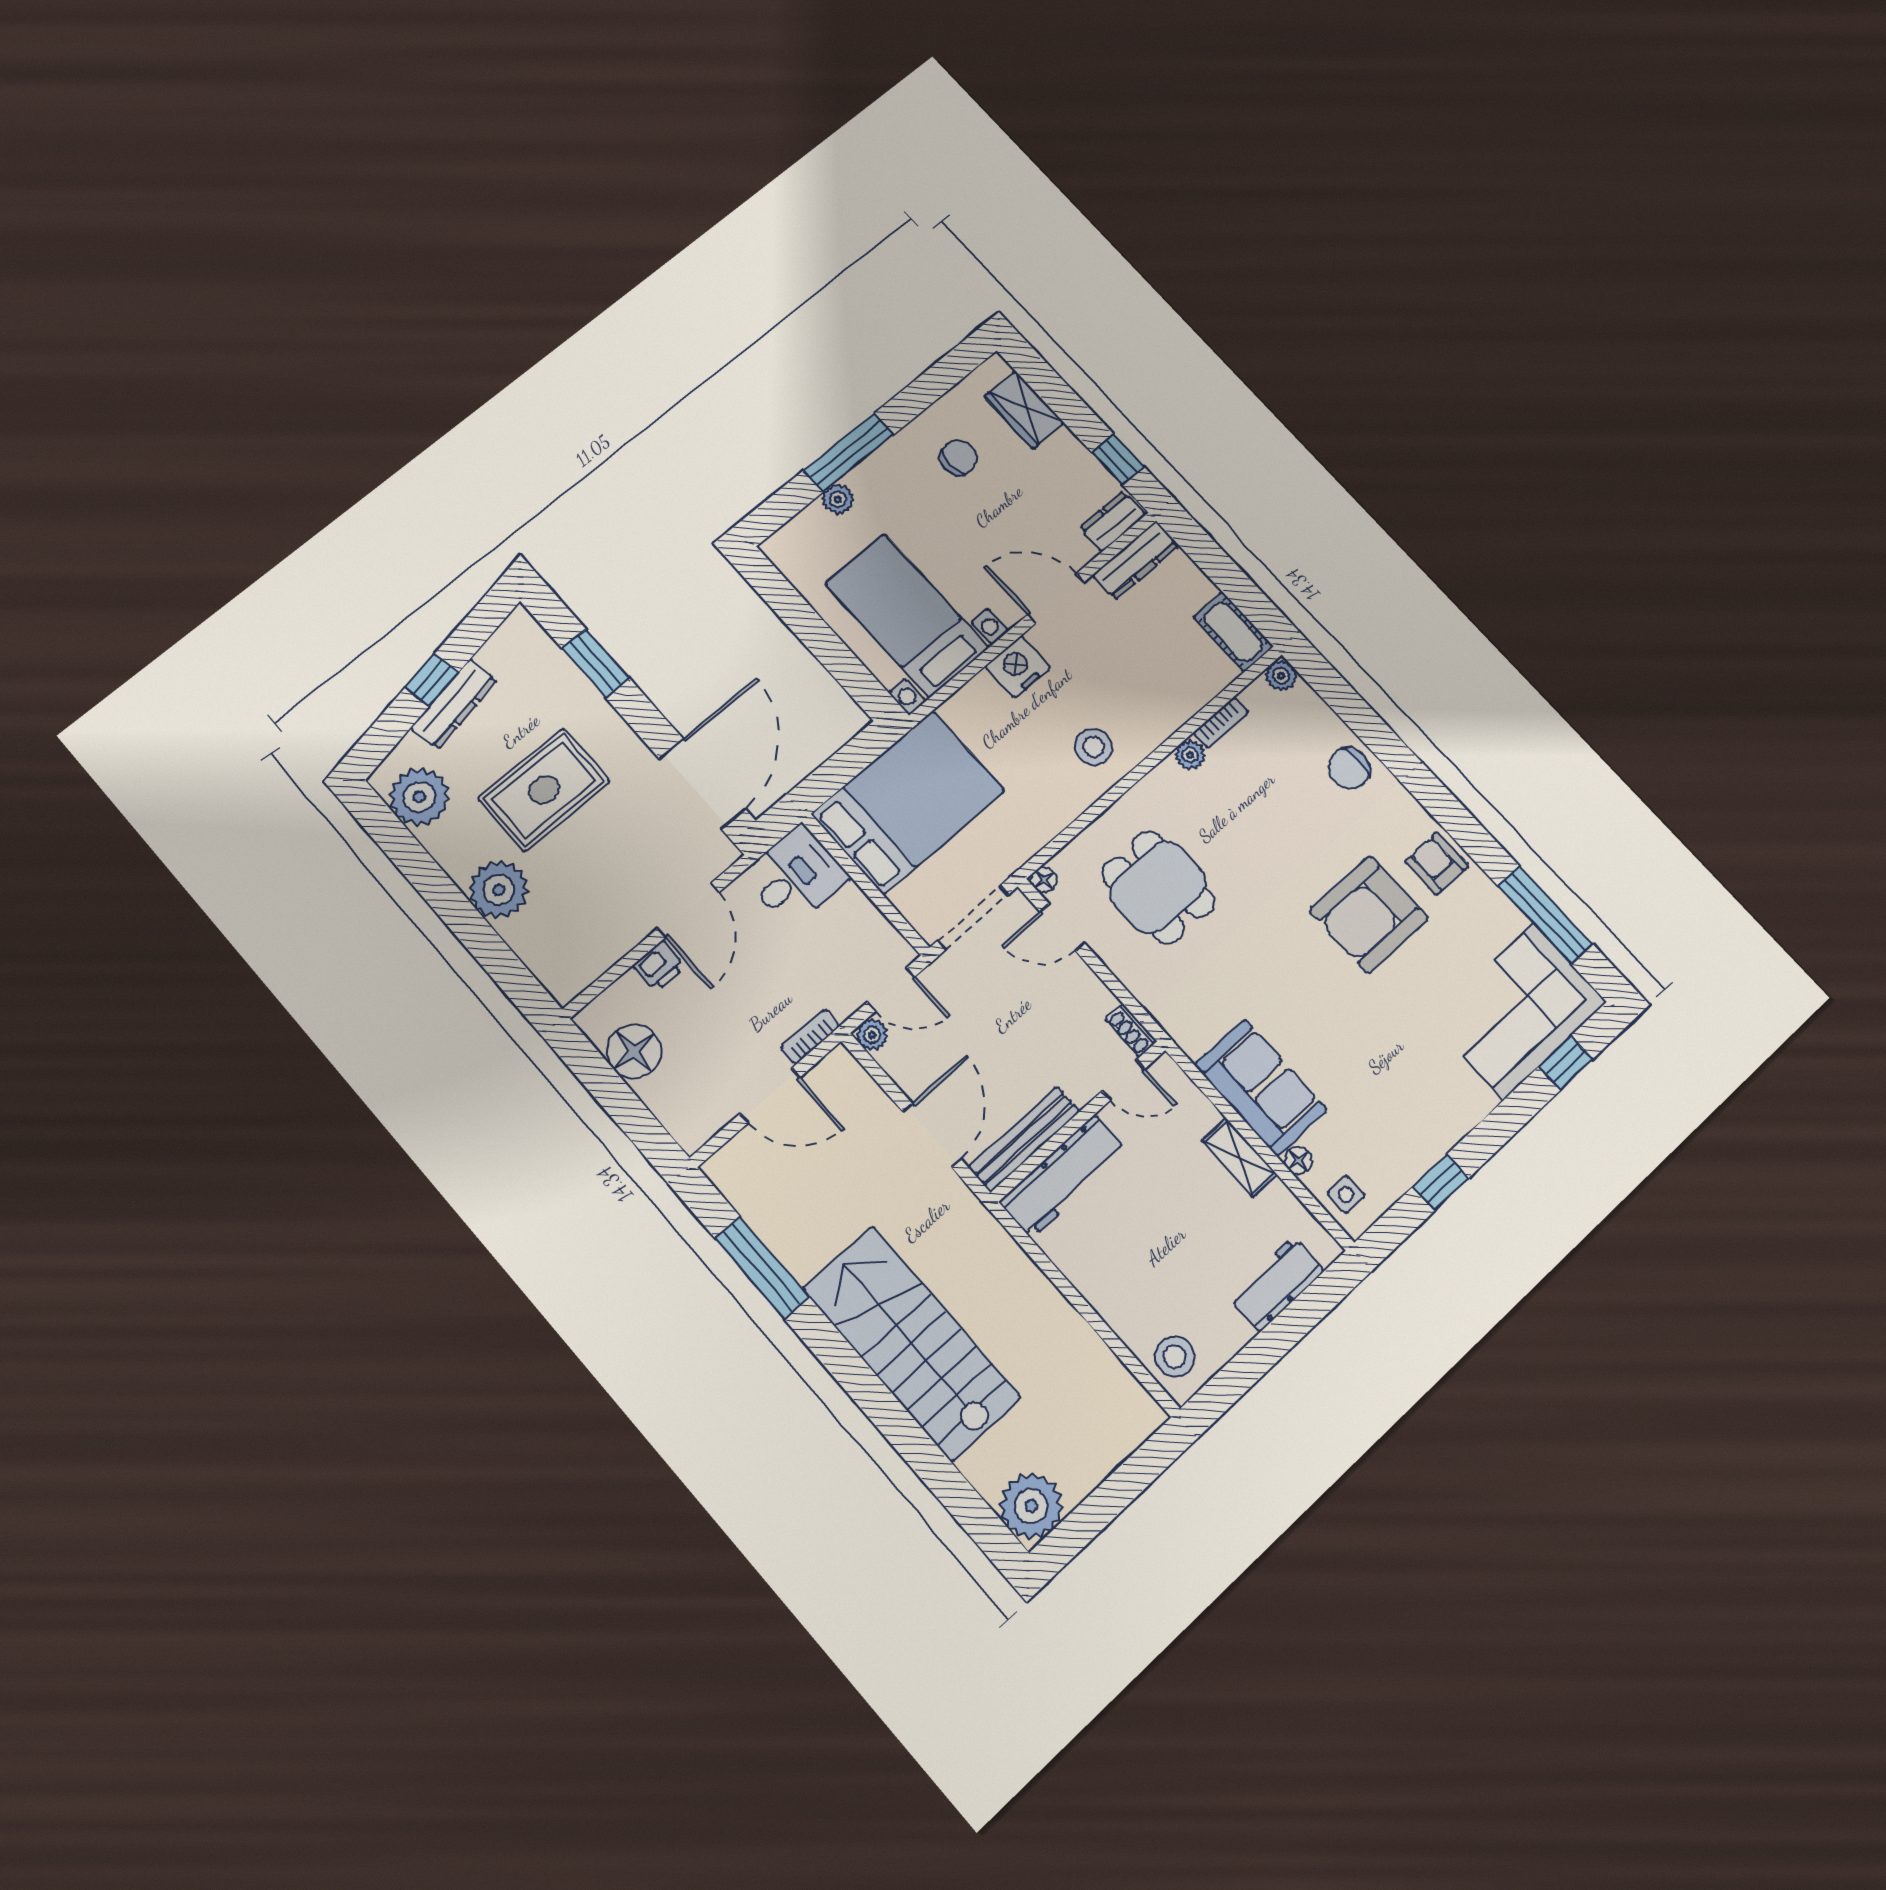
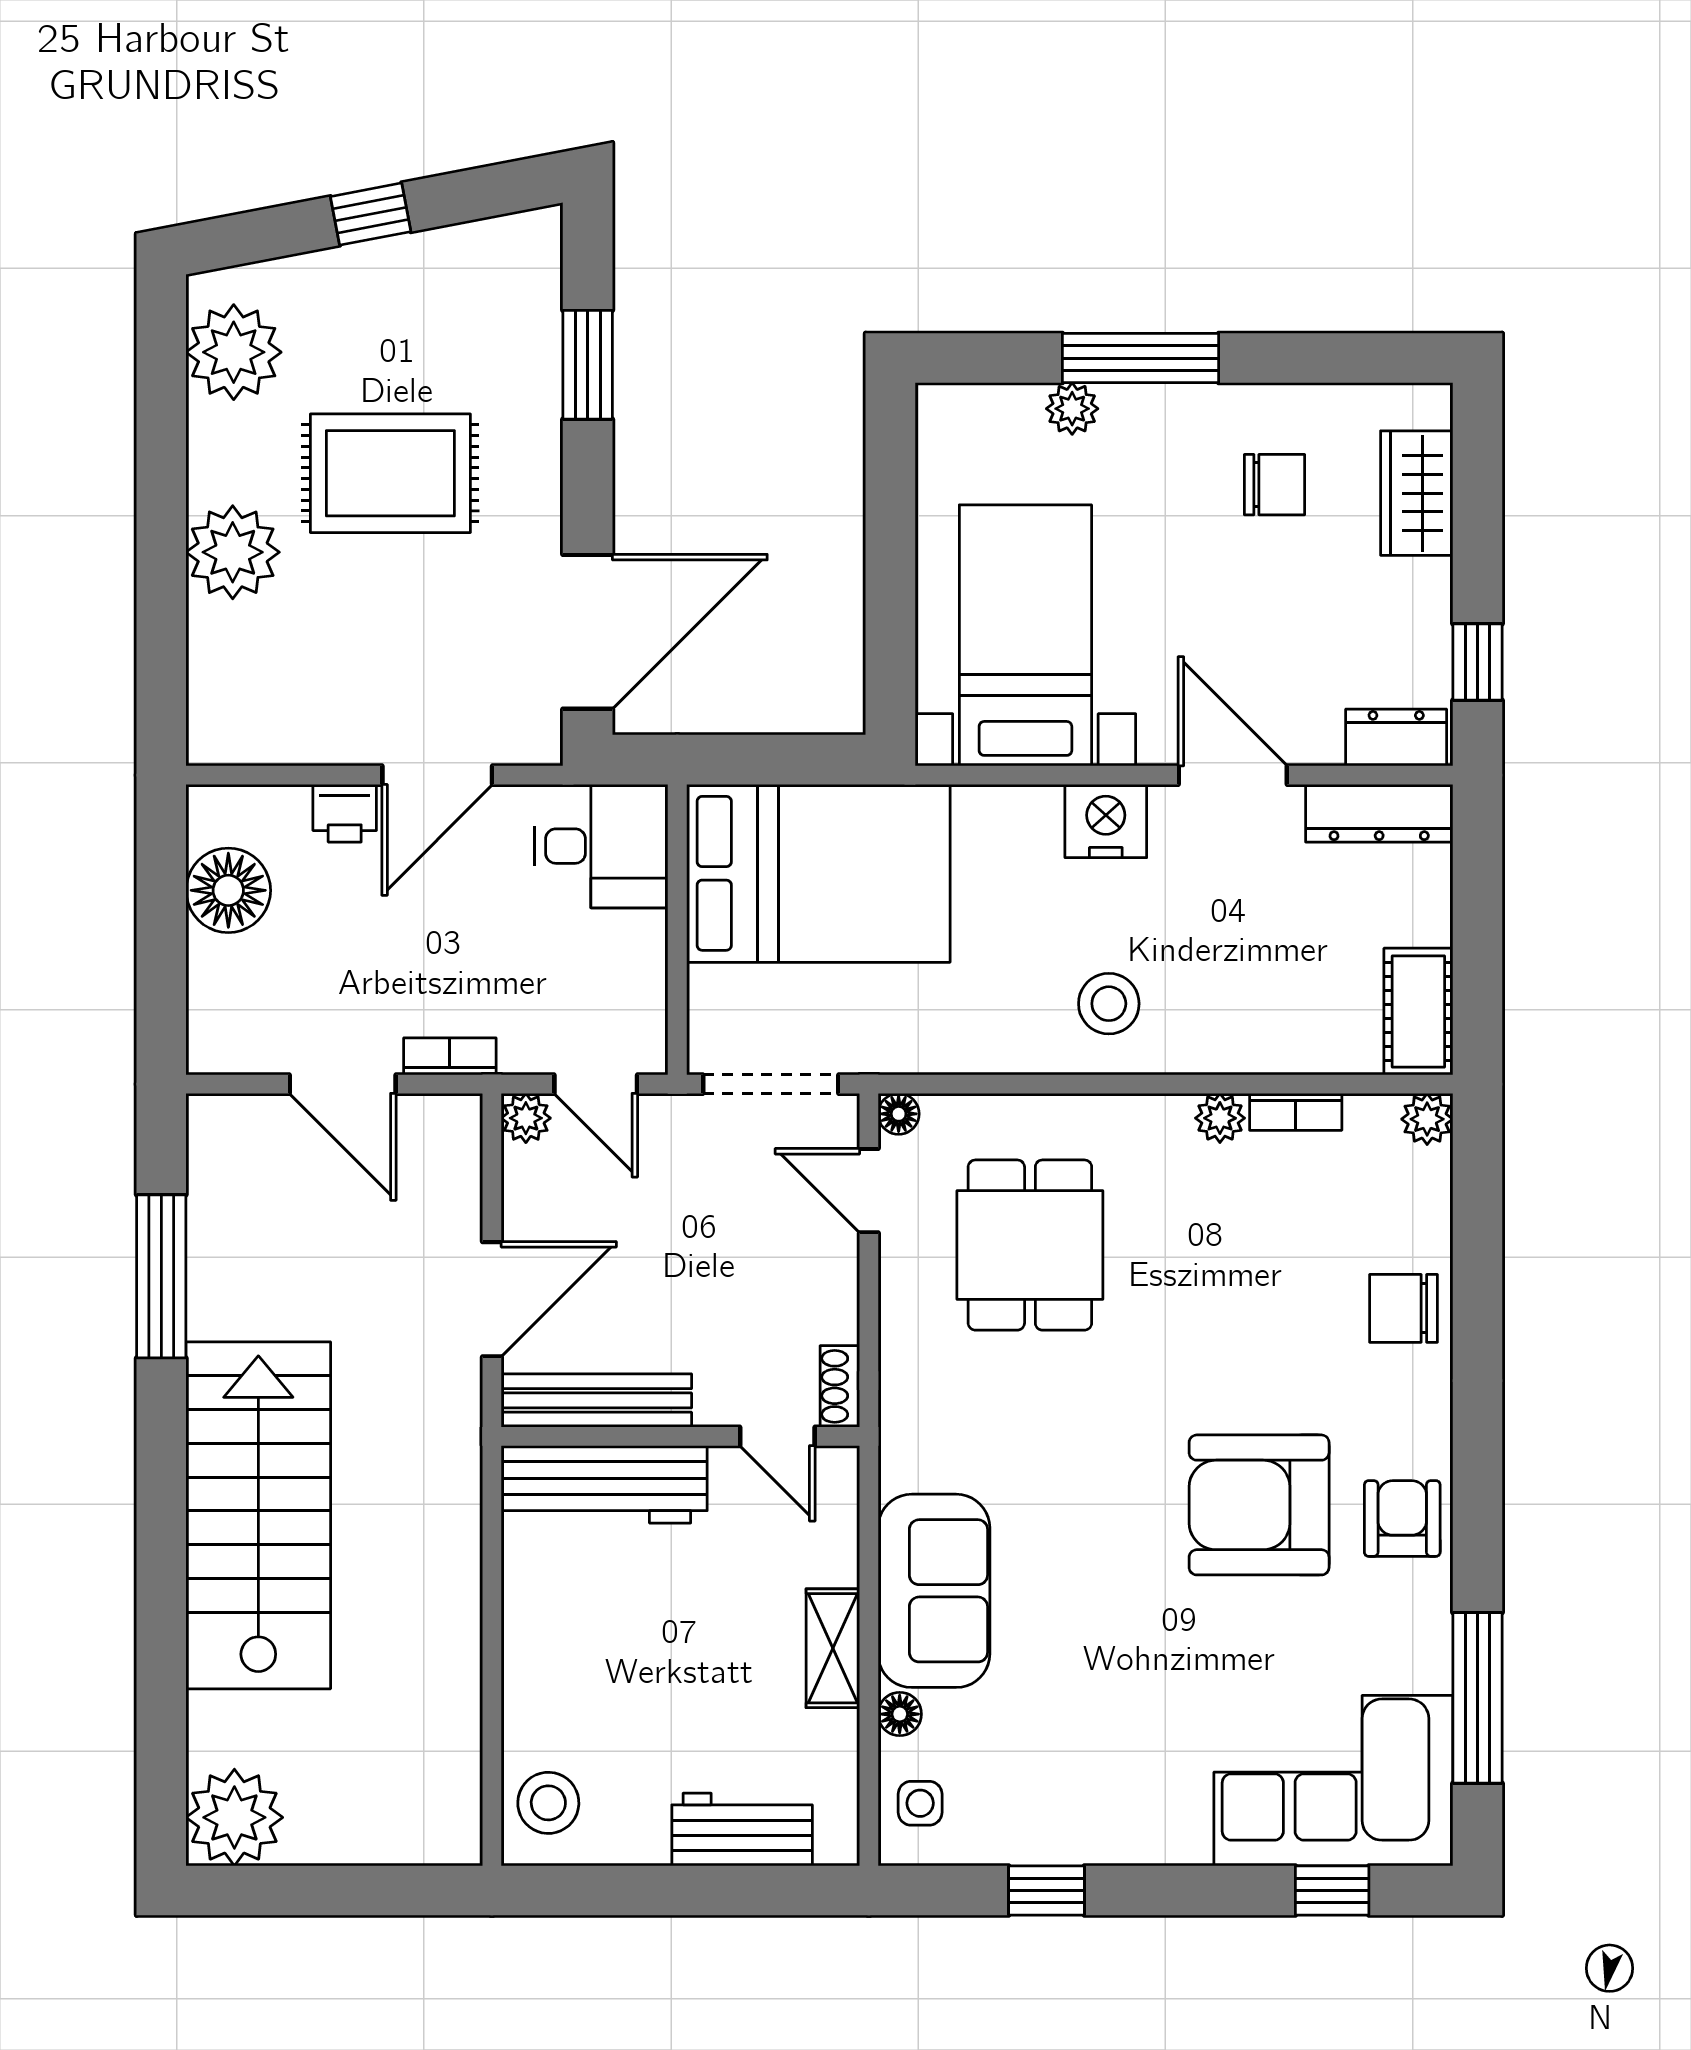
dresser: (454, 704) -> (372, 269), removed

